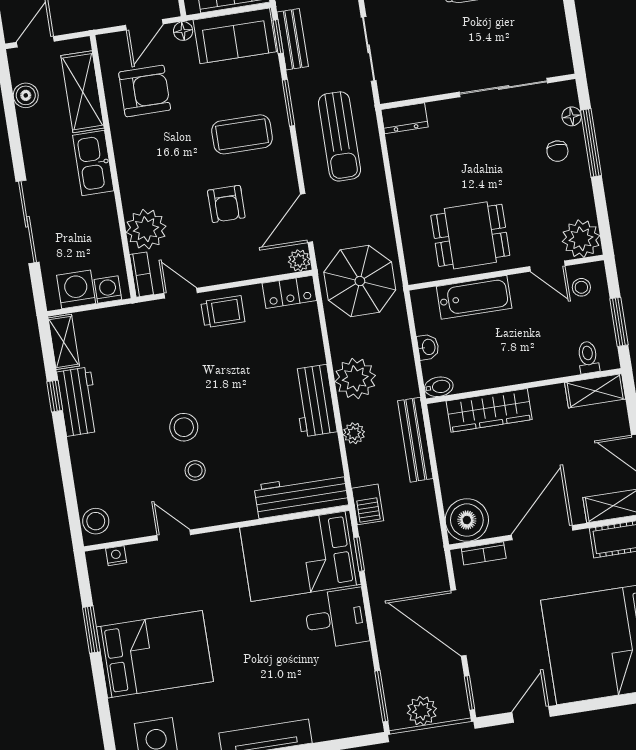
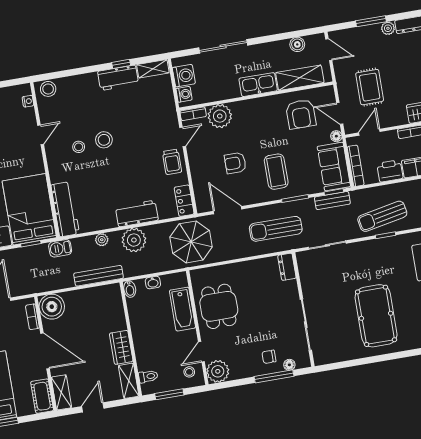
plant: (299, 261) -> (203, 206), removed
workbench: (314, 401) -> (137, 213), moved
wardrobe: (489, 410) -> (121, 347), moved, width x0.67

